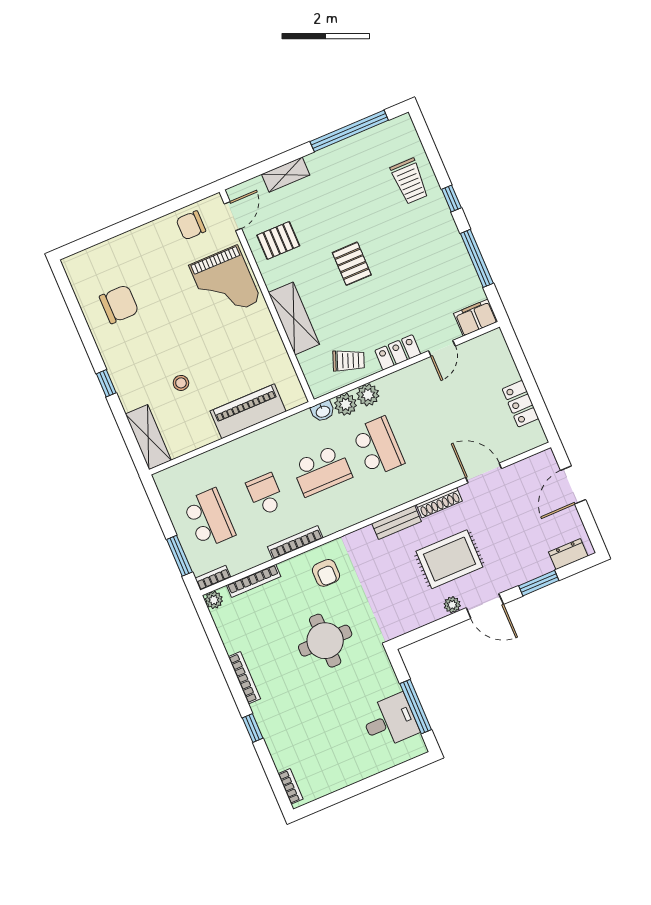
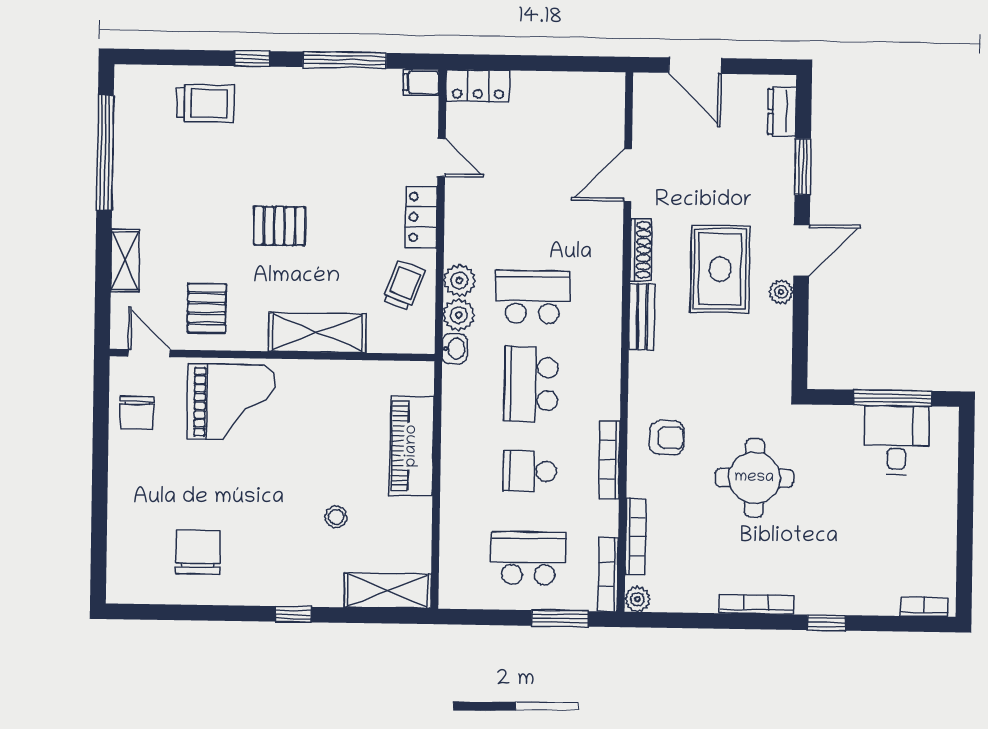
filing cabinet: (476, 318) -> (421, 82), width x0.50
locker: (520, 404) -> (478, 86), moved
school desk: (322, 470) -> (531, 384), turned 180
bookcase: (213, 578) -> (608, 574), width x1.56

